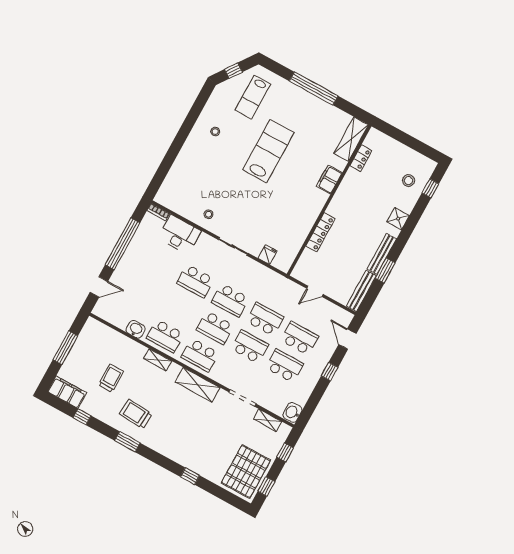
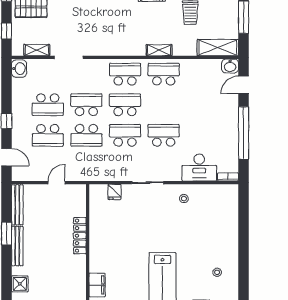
washbasin: (136, 329) -> (230, 66), moved
school desk: (250, 347) -> (86, 105), turned 180
shelving: (198, 385) -> (218, 48), moved

